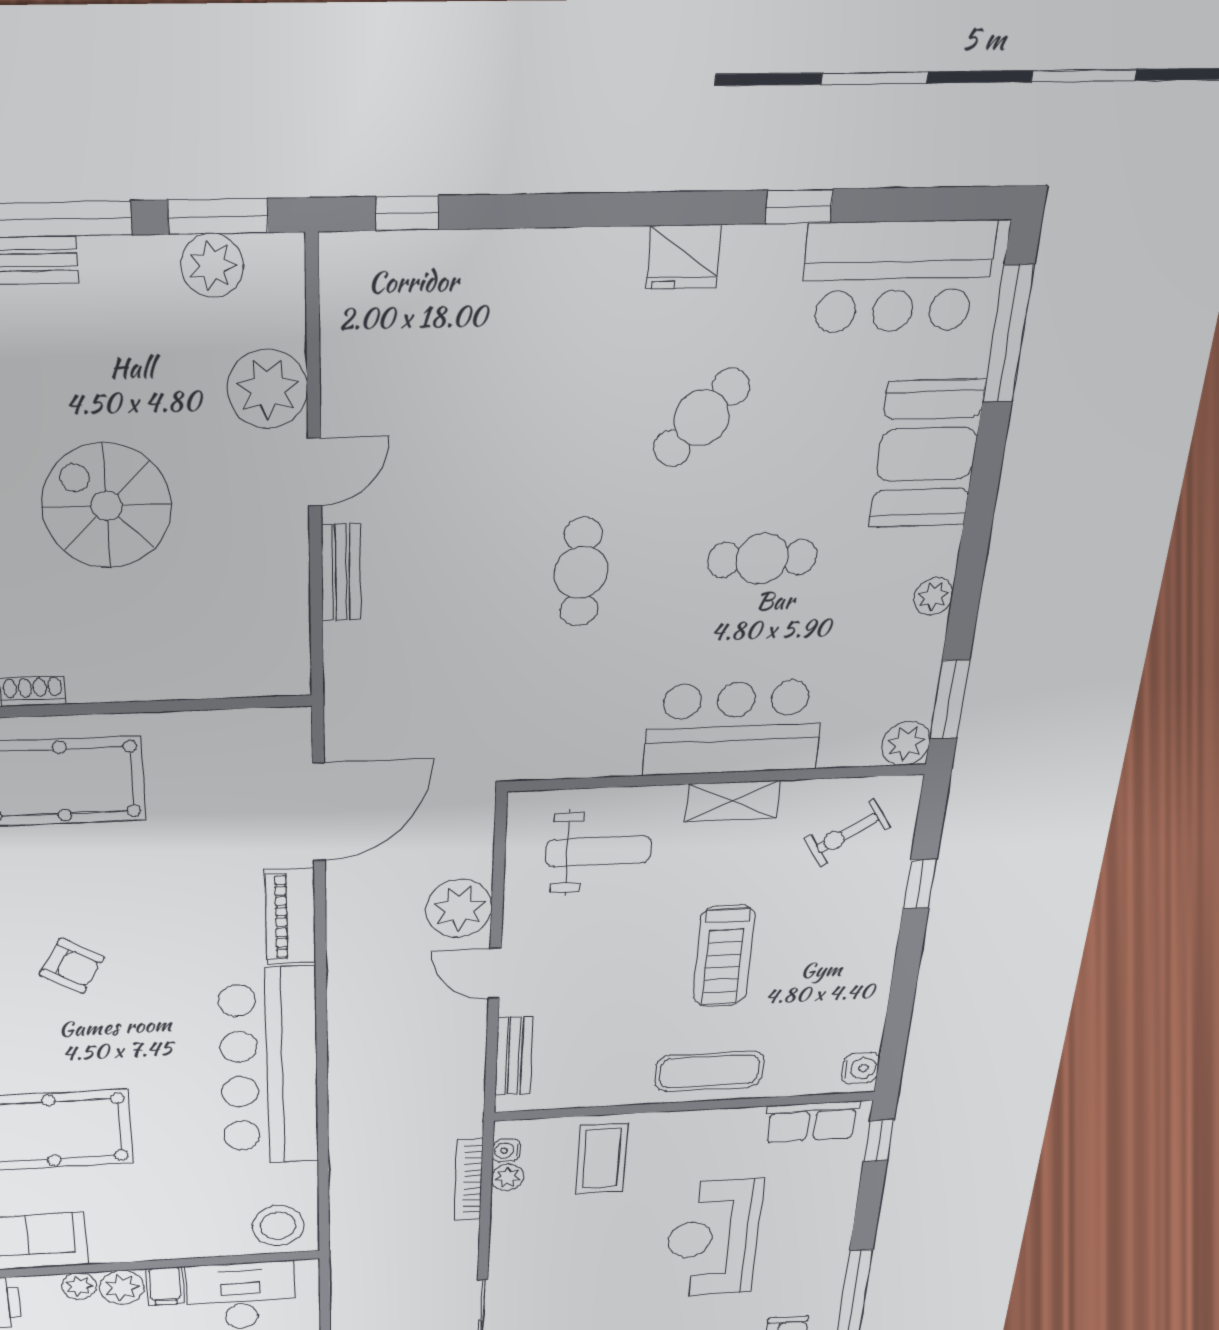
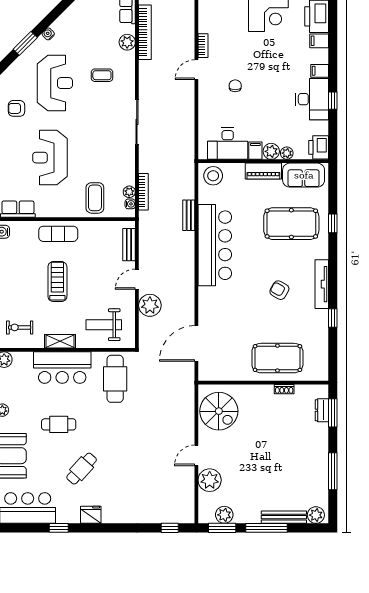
spiral stairs: (107, 506) -> (219, 411), moved
cafe table: (581, 572) -> (115, 379), moved, width x1.37, depth x1.35
bench: (341, 573) -> (189, 215), moved
exercise bike: (847, 833) -> (20, 327), turned -148
piano: (291, 916) -> (263, 171), moved, turned 90
door: (495, 973) -> (137, 279), swing flipped
reception desk: (713, 1238) -> (50, 158), turned 180

